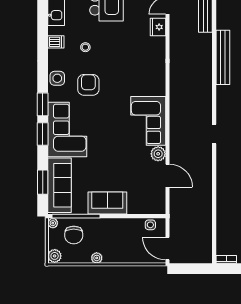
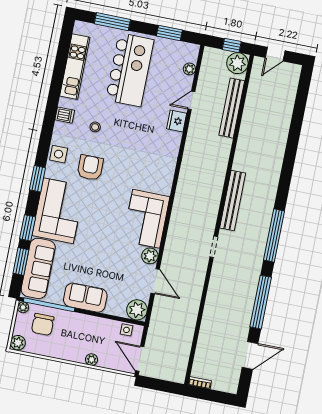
bench: (223, 57) -> (233, 200), moved
window: (43, 134) -> (28, 228), moved
plant: (156, 205) -> (137, 310), added
plant: (97, 258) -> (92, 360), moved

